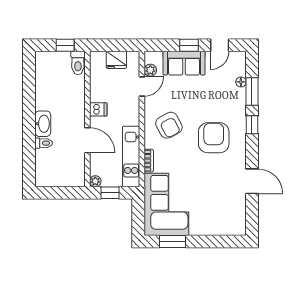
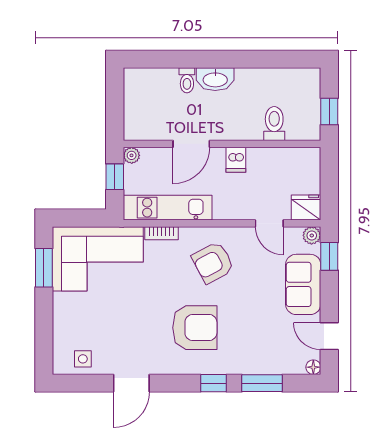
window: (189, 45) -> (329, 256), moved
fridge: (116, 60) -> (306, 207), moved, turned 90
toilet: (78, 63) -> (274, 124), moved, turned 90
plant: (150, 70) -> (312, 235), moved
floor lamp: (241, 82) -> (313, 367), moved
side table: (235, 215) -> (83, 359), added

